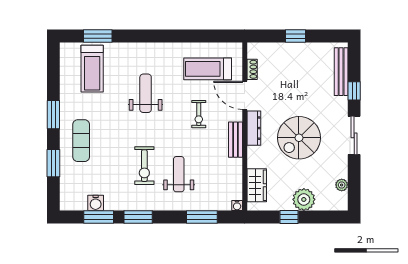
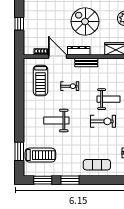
door: (245, 95) -> (58, 57), swing flipped
spiral stairs: (299, 138) -> (85, 21), turned 180
exercise mat: (81, 141) -> (97, 165), moved
window: (53, 163) -> (43, 180), moved
weight bench: (179, 174) -> (109, 99), turned 180

